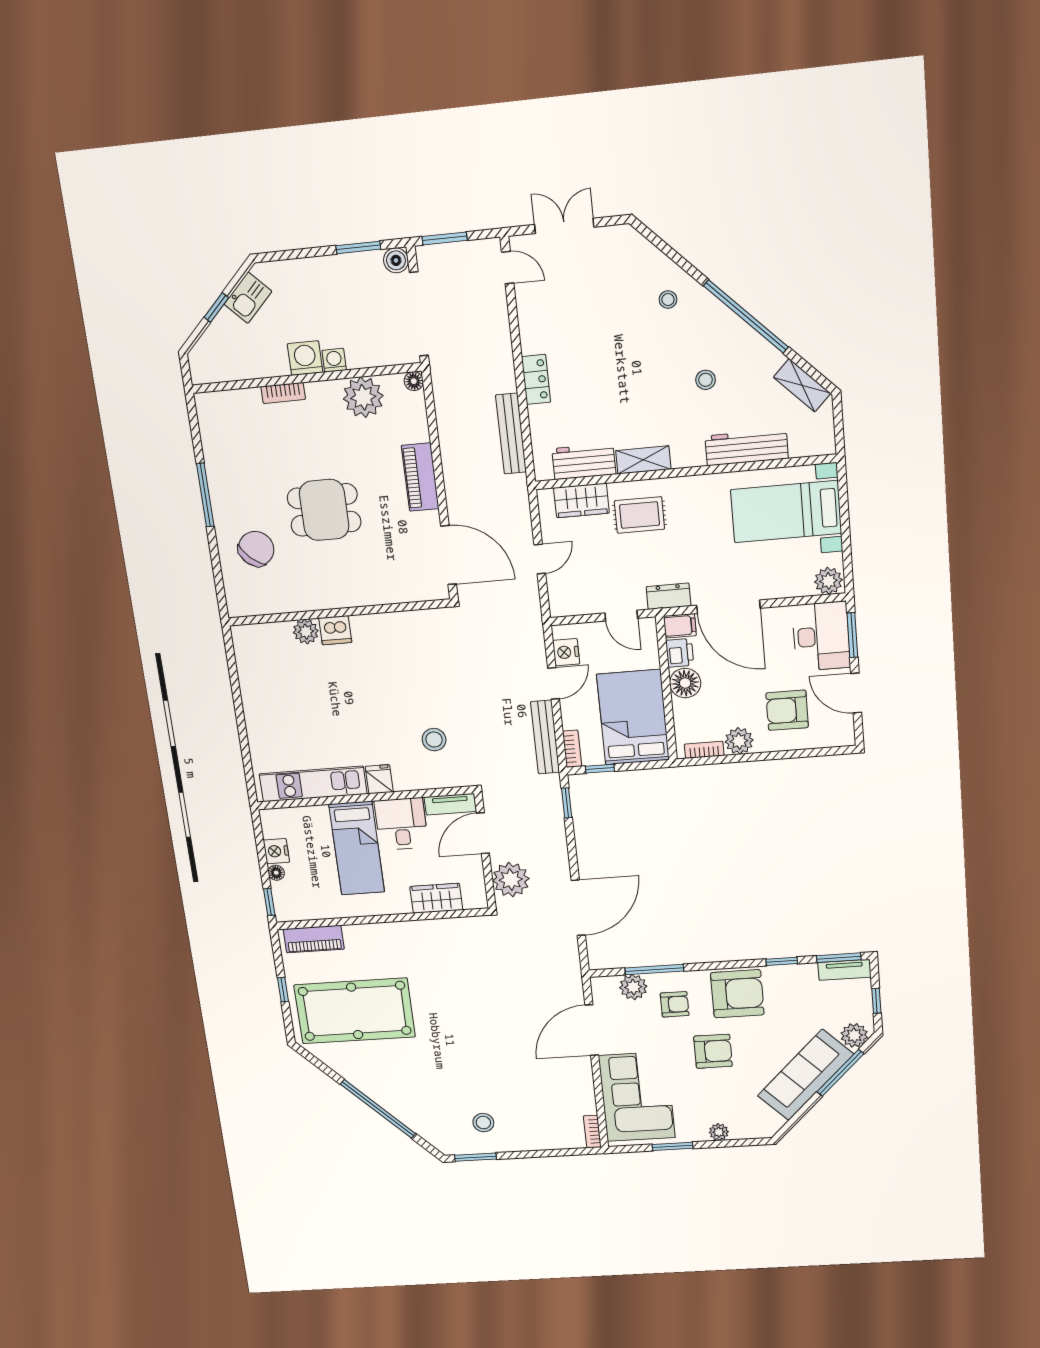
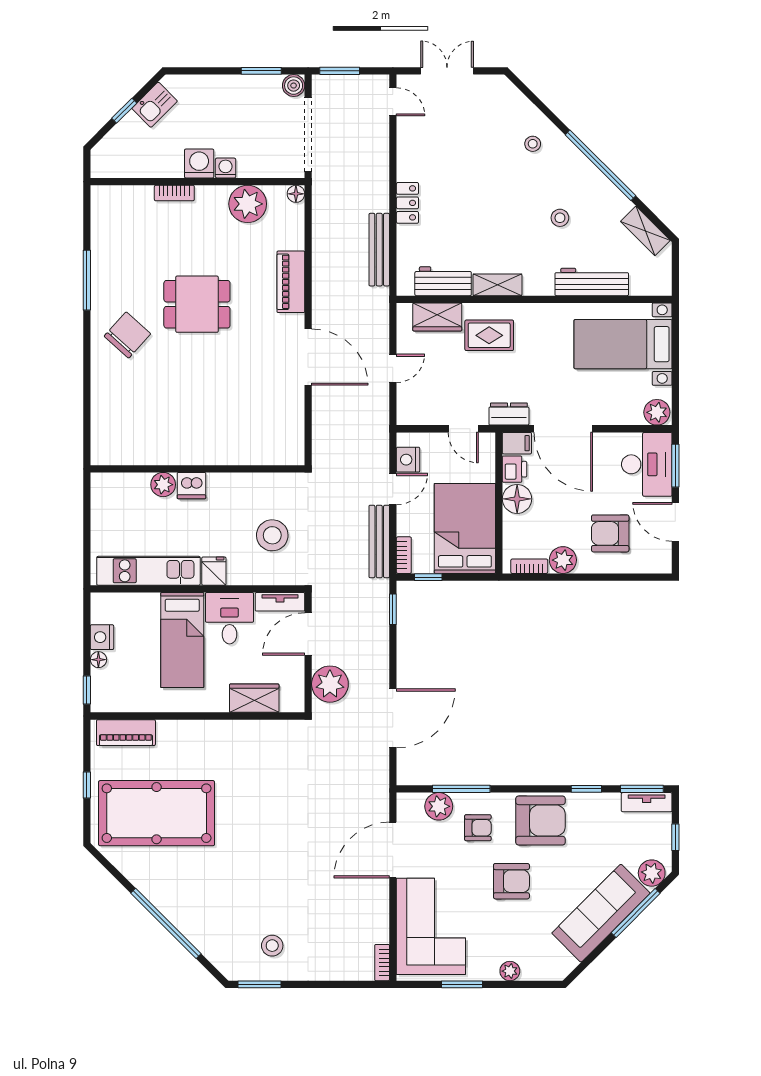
wall: (339, 612) -> (198, 469), moved
dishwasher: (335, 630) -> (191, 486), moved
plant: (306, 632) -> (163, 485), moved
stool: (434, 740) -> (272, 535), width x1.38, depth x1.38

